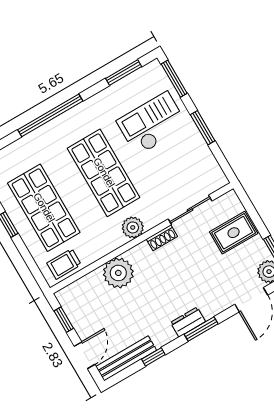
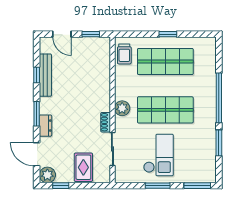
window: (124, 72) -> (219, 143), moved
checkout: (152, 124) -> (158, 155), moved
trolley: (64, 264) -> (124, 54), turned 180
plant: (118, 273) -> (100, 83), removed
dresser: (188, 322) -> (46, 126), moved
bench: (126, 358) -> (45, 75), moved

